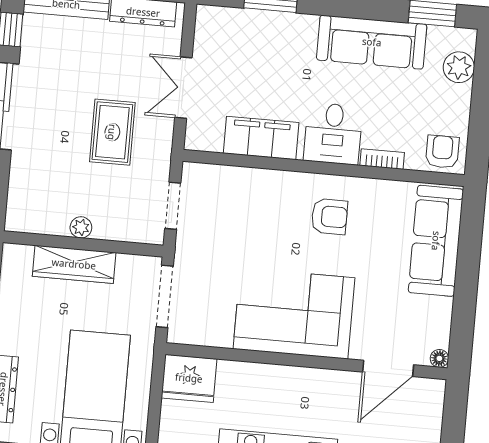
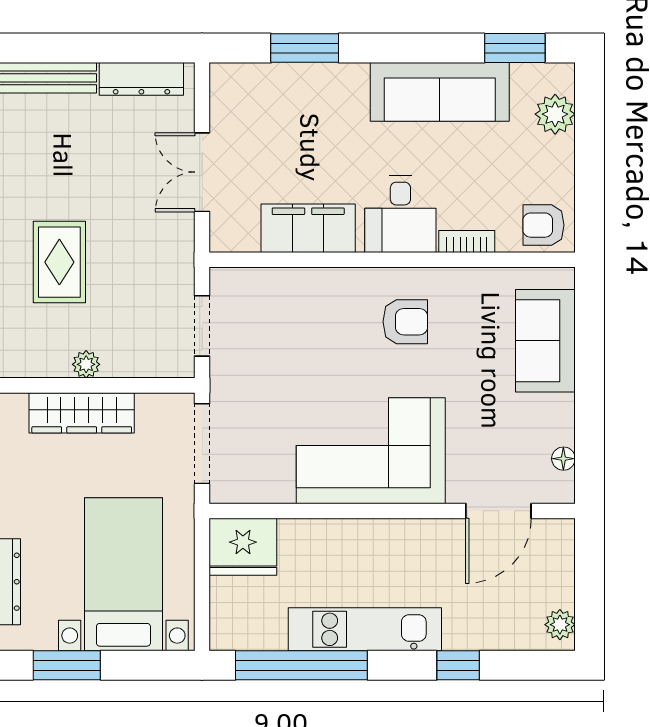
rug: (112, 132) -> (59, 262), moved
armchair: (442, 152) -> (544, 225), turned -90
sofa: (436, 241) -> (545, 341), width x0.73
floor lamp: (439, 358) -> (563, 459), moved

